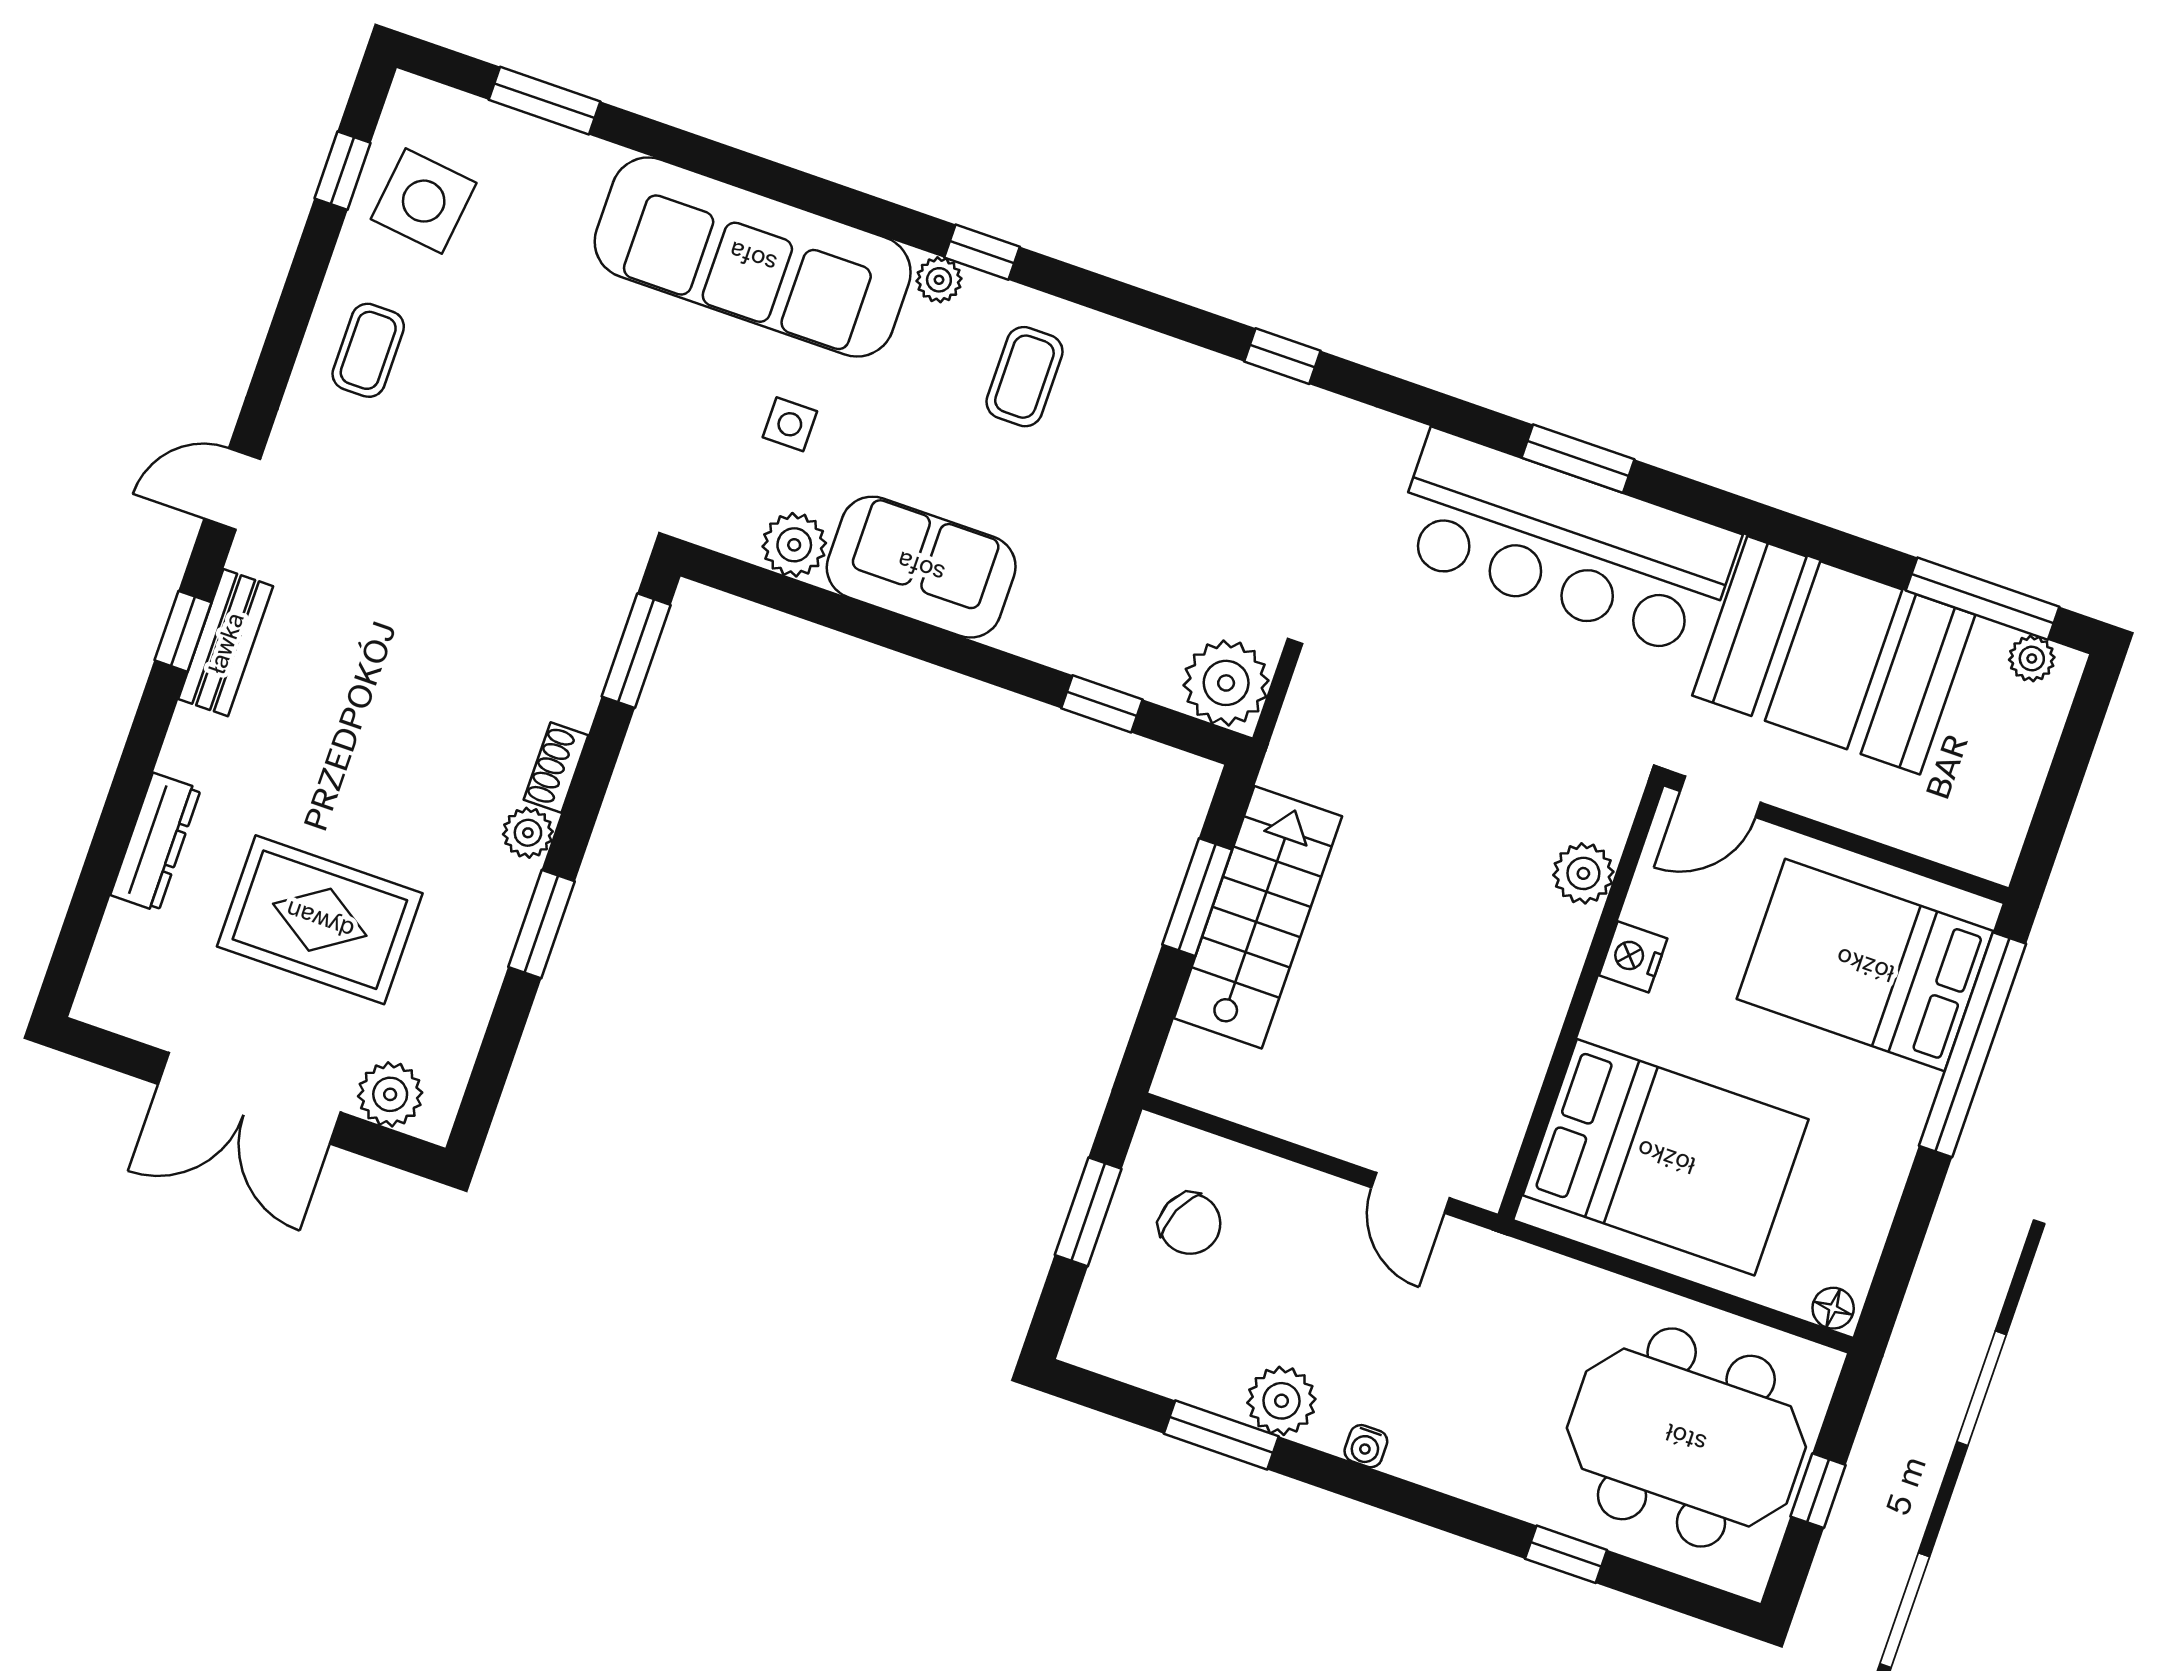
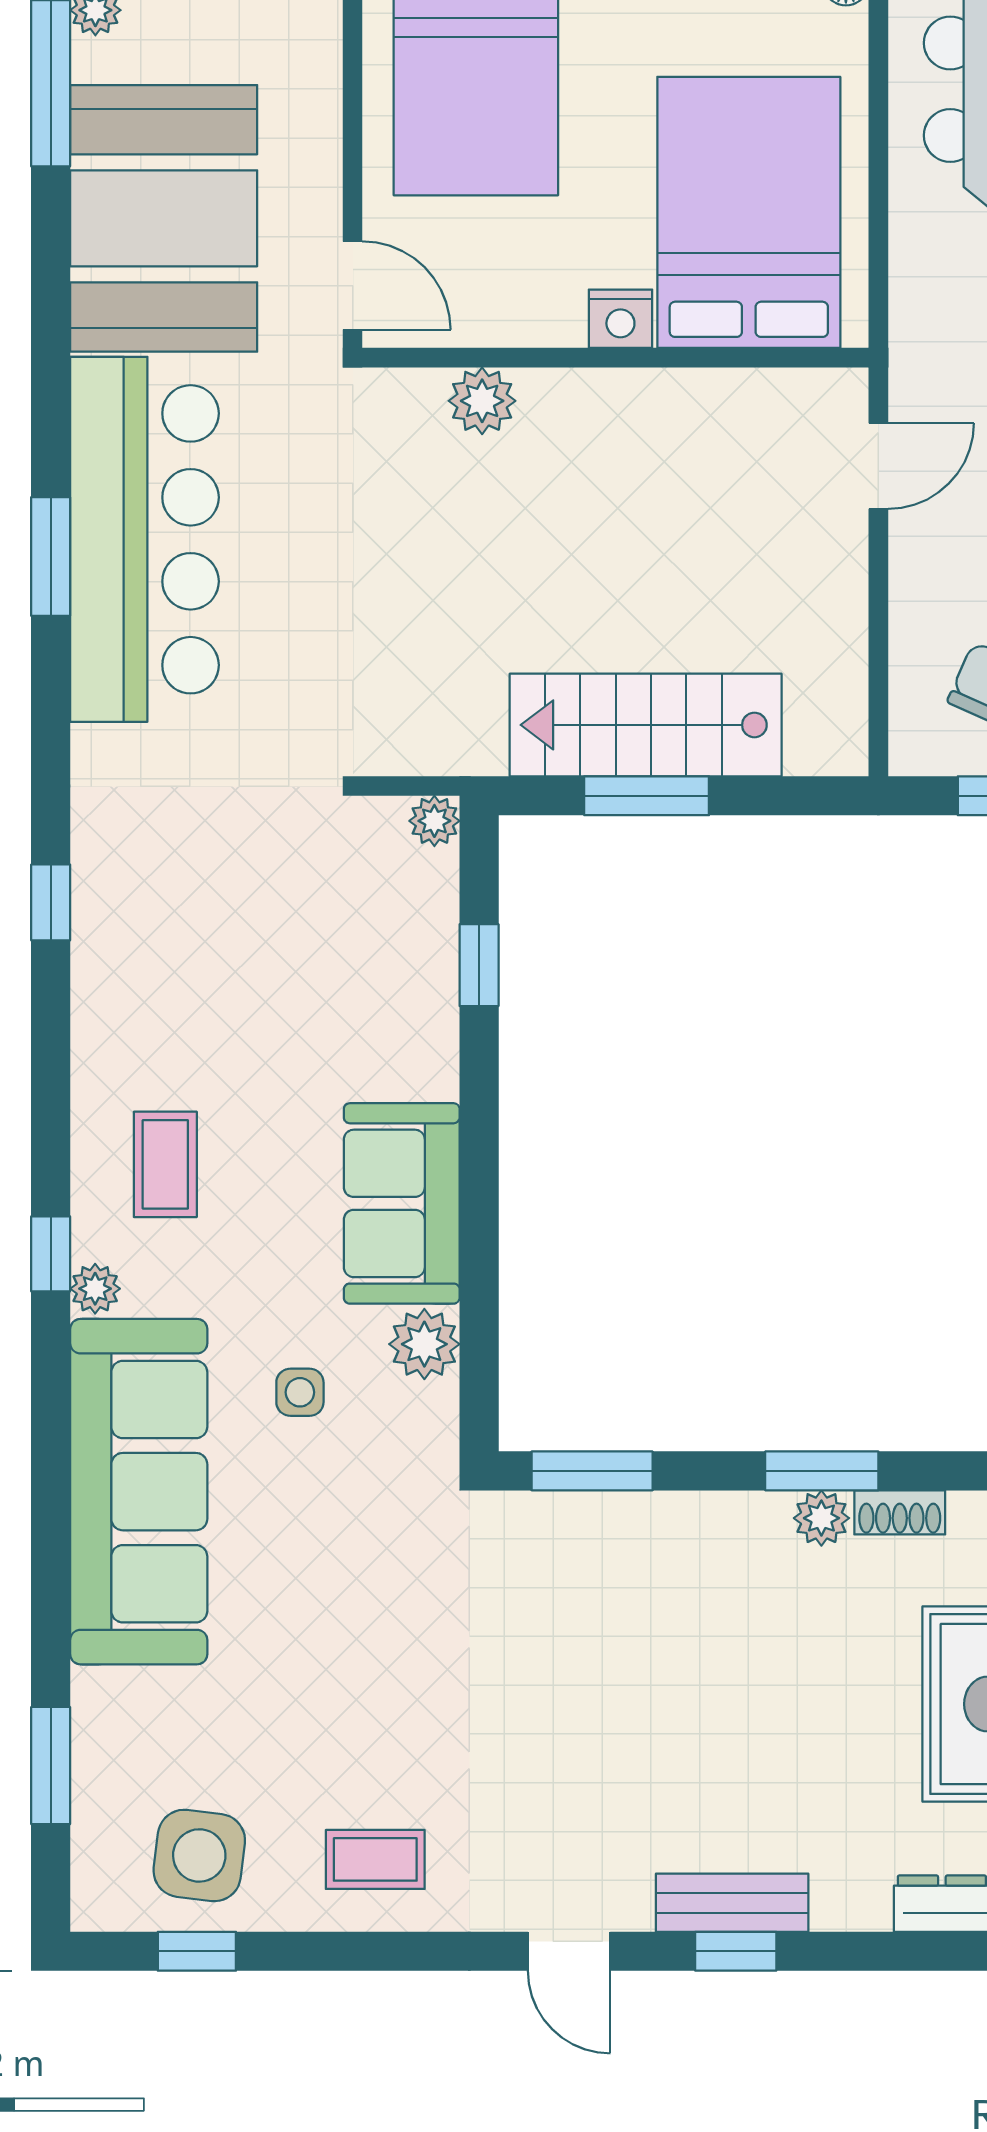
coffee table: (1024, 377) -> (165, 1164), turned 90
plant: (1226, 683) -> (434, 821), width x0.53, depth x0.53
shoe rack: (556, 767) -> (900, 1512), moved
window: (541, 924) -> (822, 1471), moved
nightstand: (1633, 957) -> (620, 319), moved

